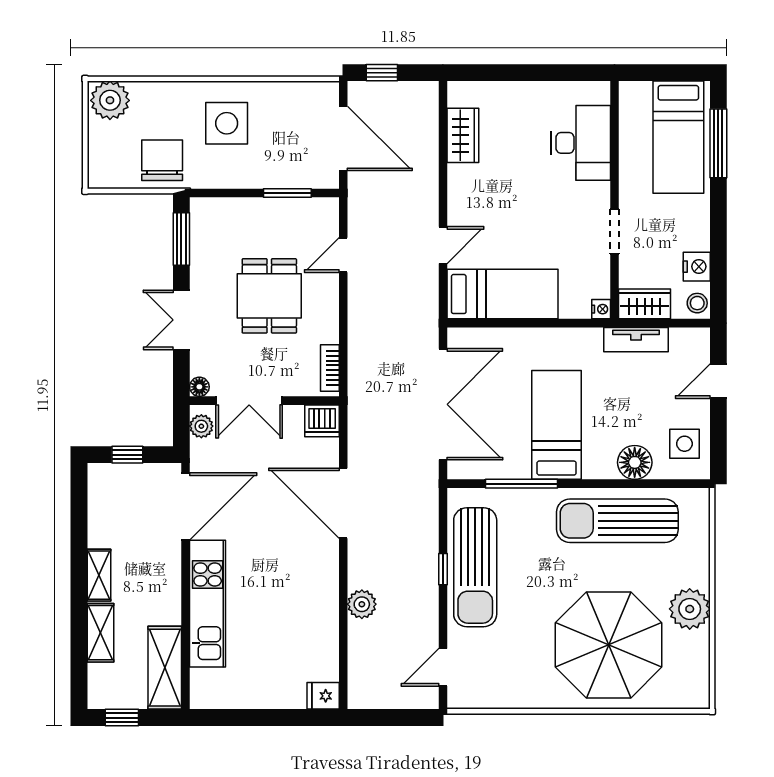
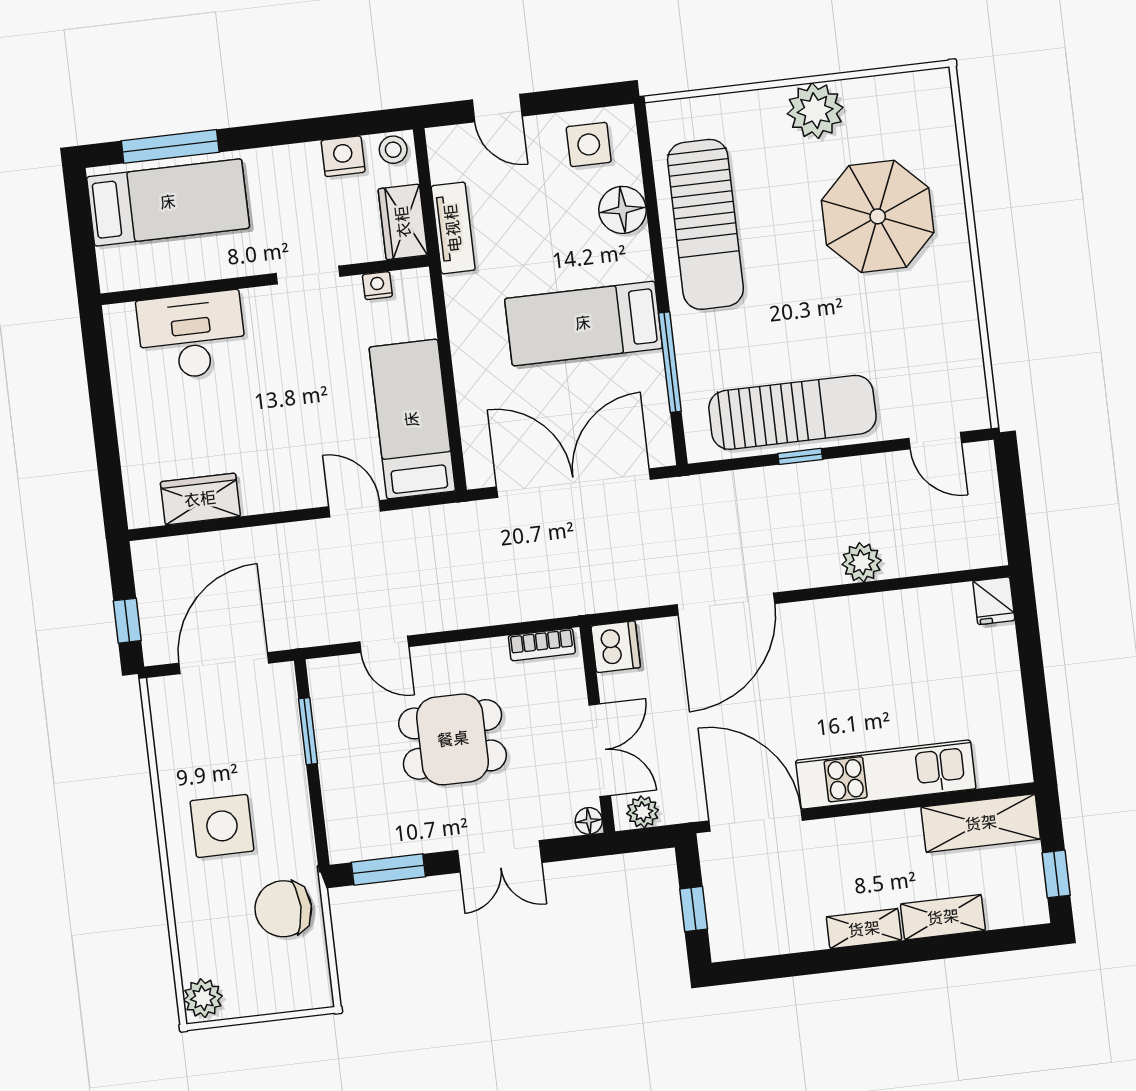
plant: (110, 100) -> (203, 998), width x0.73, depth x0.73
nightstand: (601, 309) -> (377, 286), moved
parasol: (609, 645) -> (878, 216), width x0.73, depth x0.73

